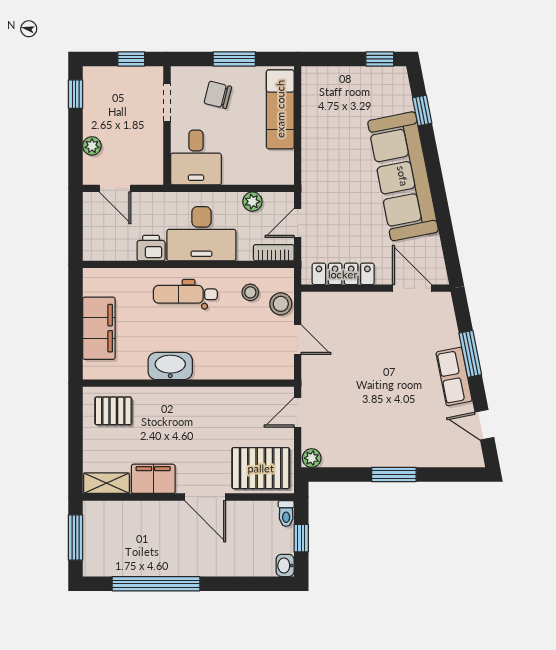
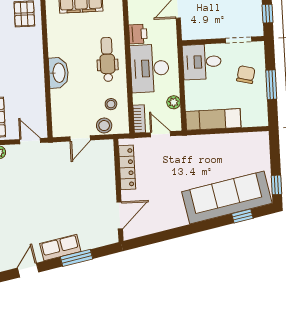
exam couch: (280, 109) -> (213, 119), moved
sofa: (403, 176) -> (227, 197), moved
washbasin: (170, 366) -> (58, 73), moved

